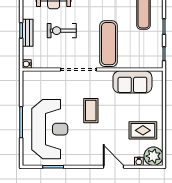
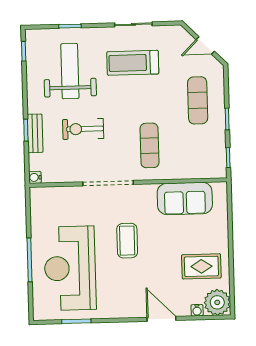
exercise mat: (108, 44) -> (149, 145), width x0.73, depth x0.69
reception desk: (50, 129) -> (70, 268), turned 180

